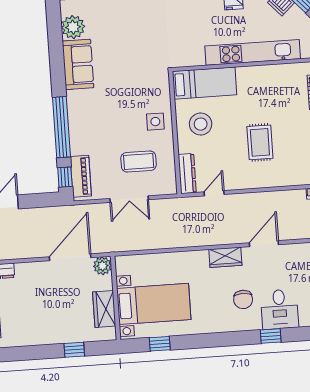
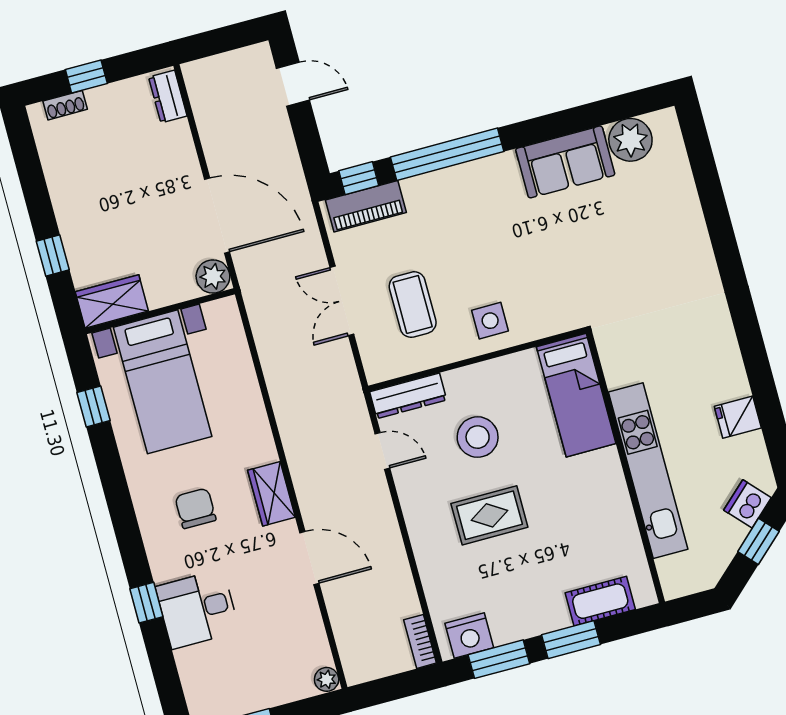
stool: (201, 124) -> (478, 437), moved
chair: (243, 299) -> (195, 508), moved, turned 90
wardrobe: (104, 309) -> (112, 301), moved

